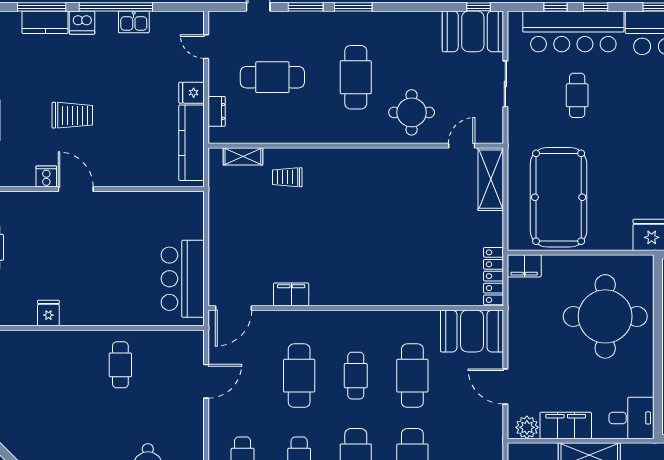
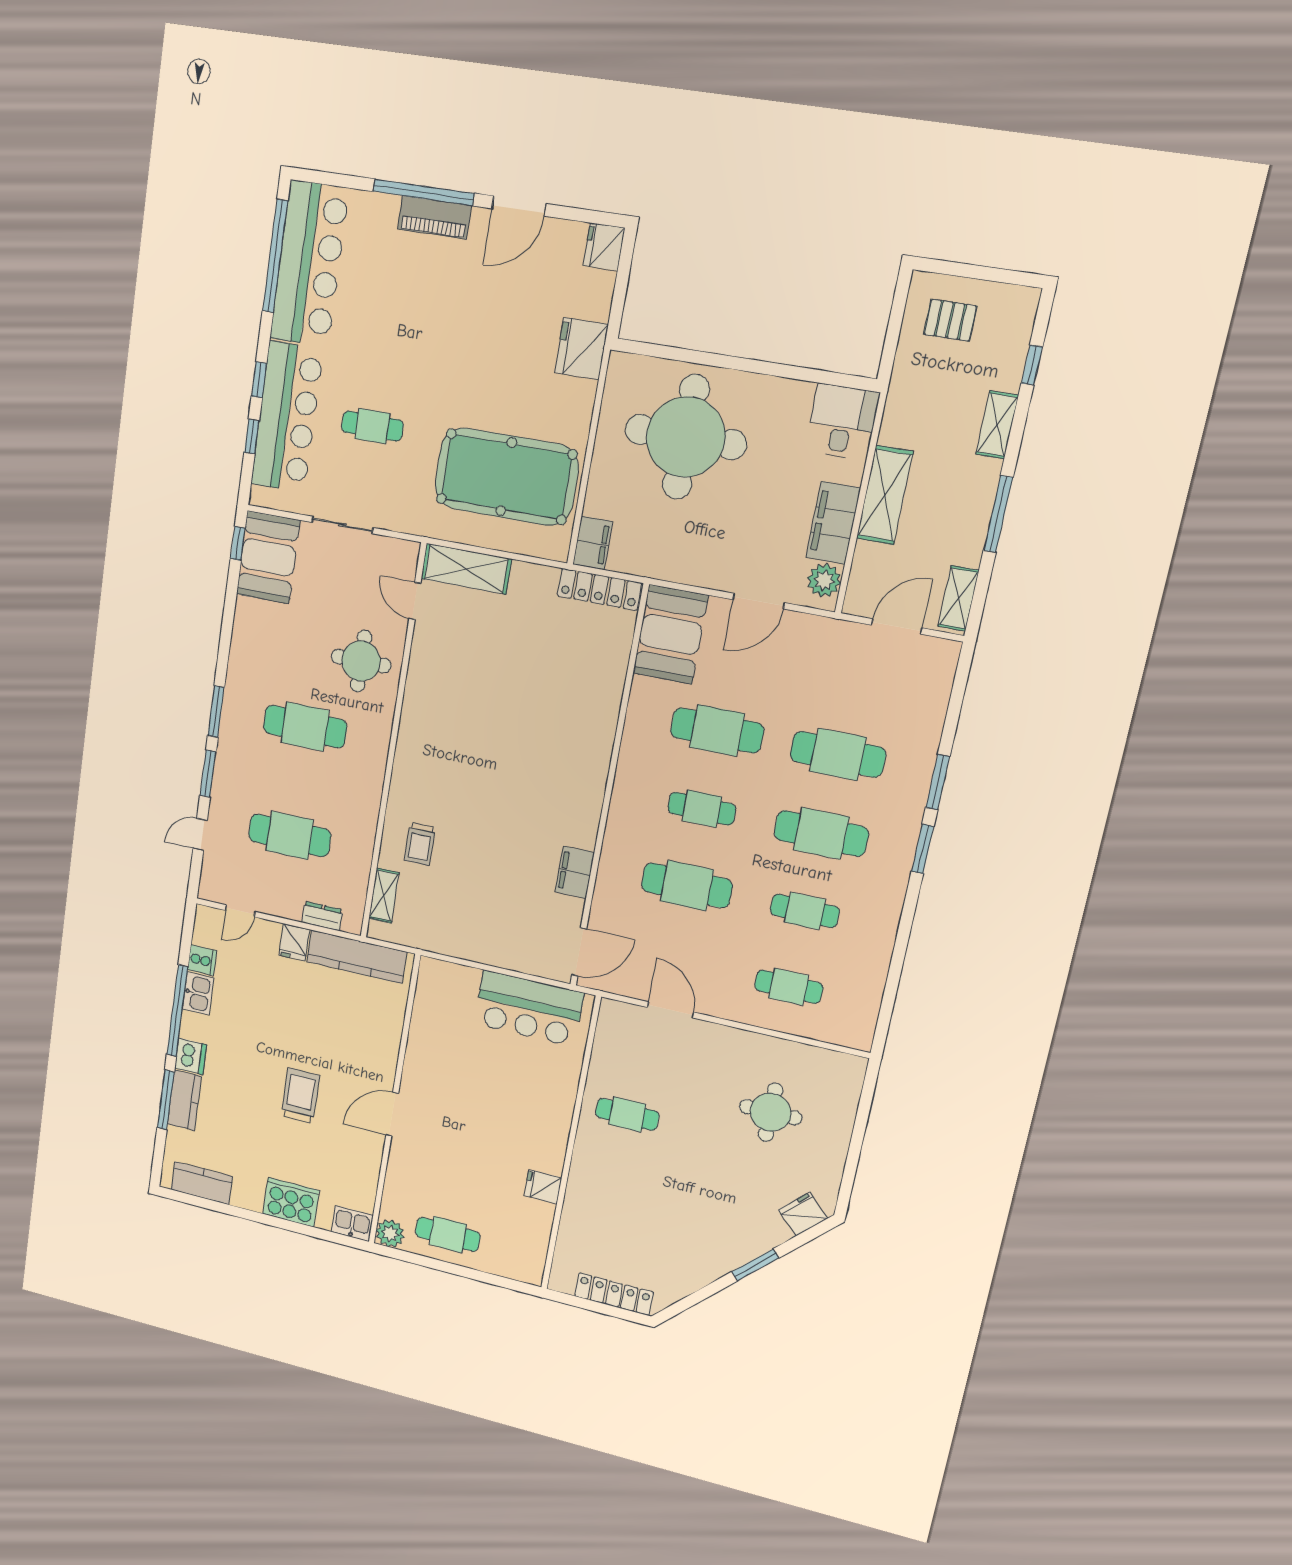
cafe table: (272, 77) -> (290, 835), turned 90
cooker: (46, 176) -> (202, 960), moved, turned 180
door: (234, 308) -> (579, 952), hinge flipped

